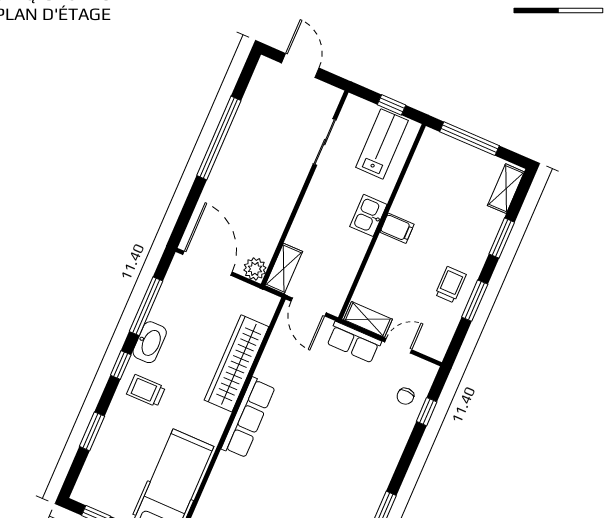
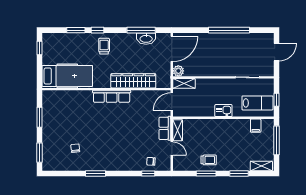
filing cabinet: (397, 228) -> (256, 126), moved
washbasin: (150, 342) -> (146, 39), moved
window: (121, 365) -> (98, 30), moved

